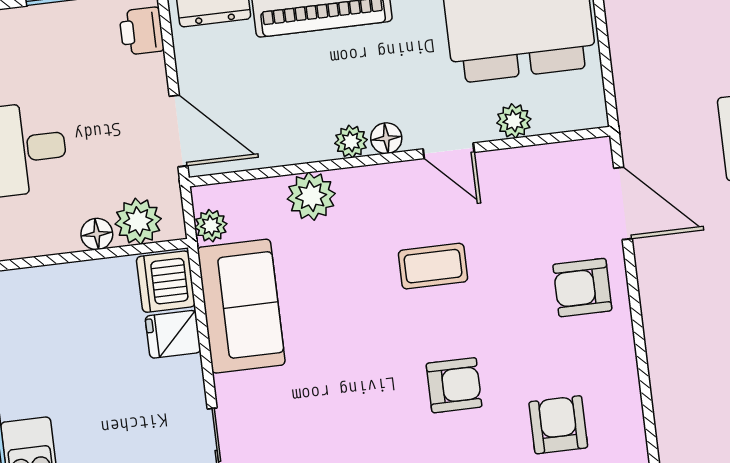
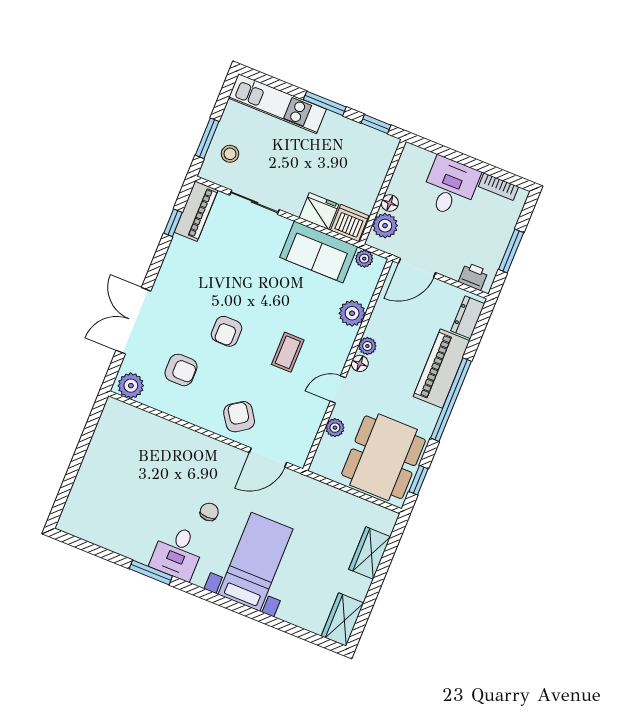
armchair: (582, 288) -> (239, 417), turned -34
fridge: (173, 334) -> (319, 211), width x1.38

